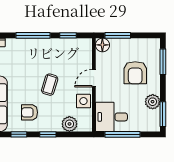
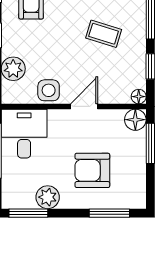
floor lamp: (87, 43) -> (139, 97), added
door: (94, 78) -> (84, 106), hinge flipped
coffee table: (50, 85) -> (104, 34), moved

